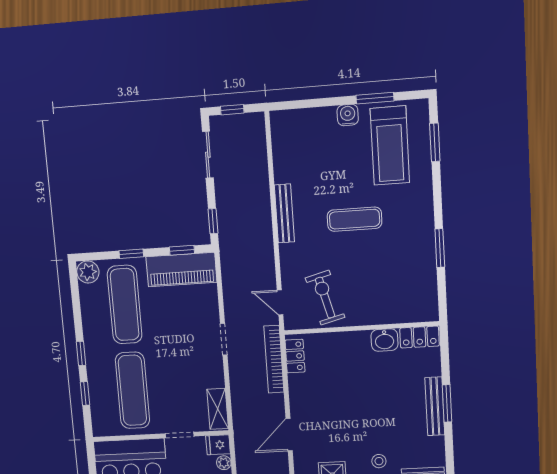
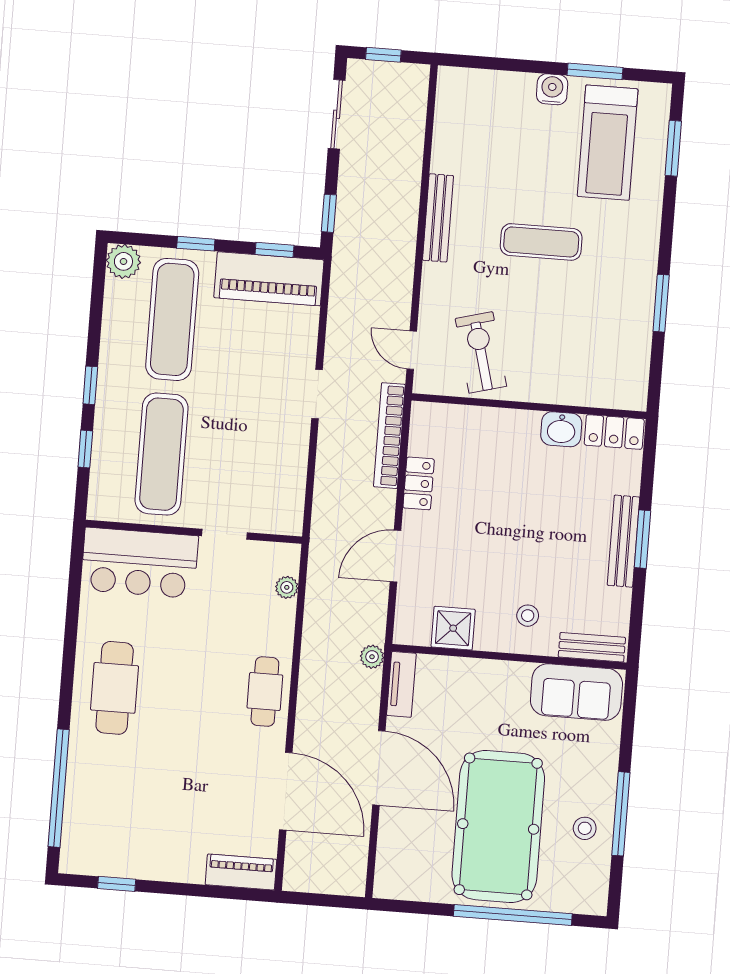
locker: (295, 356) -> (419, 483), moved
shelving: (218, 409) -> (290, 501), removed
fridge: (218, 445) -> (282, 558), removed

